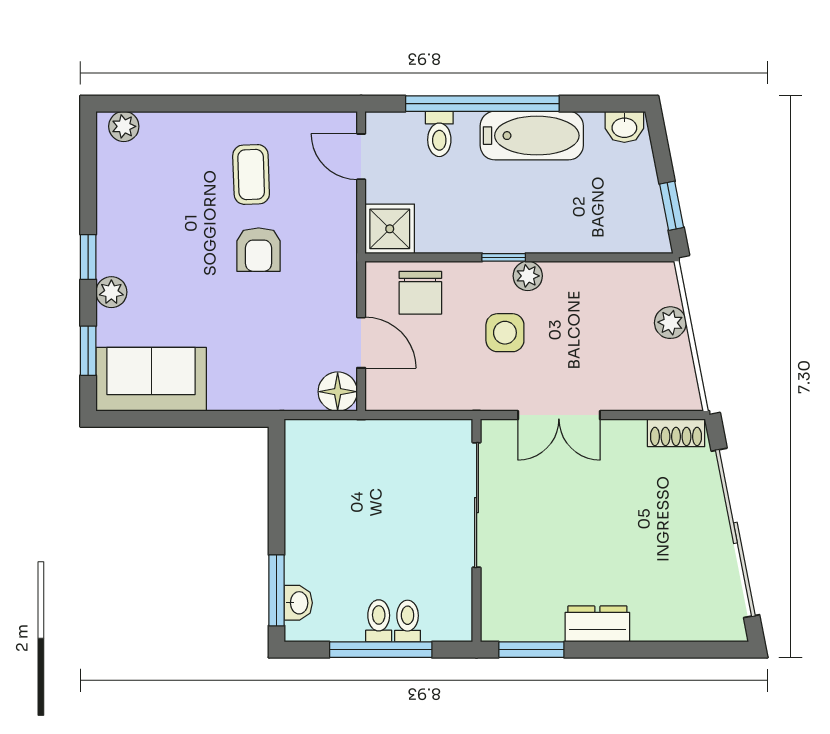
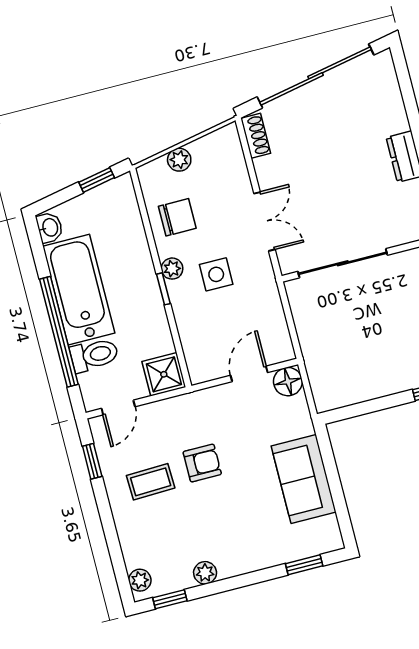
window: (299, 104) -> (92, 461), added
toilet: (439, 134) -> (94, 355), width x1.37, depth x1.39
bathtub: (532, 136) -> (79, 290), width x1.36, depth x1.36
window: (88, 257) -> (170, 599), moved
plant: (111, 292) -> (205, 573), moved
chair: (420, 293) -> (177, 217), moved
sofa: (151, 379) -> (304, 479), moved

